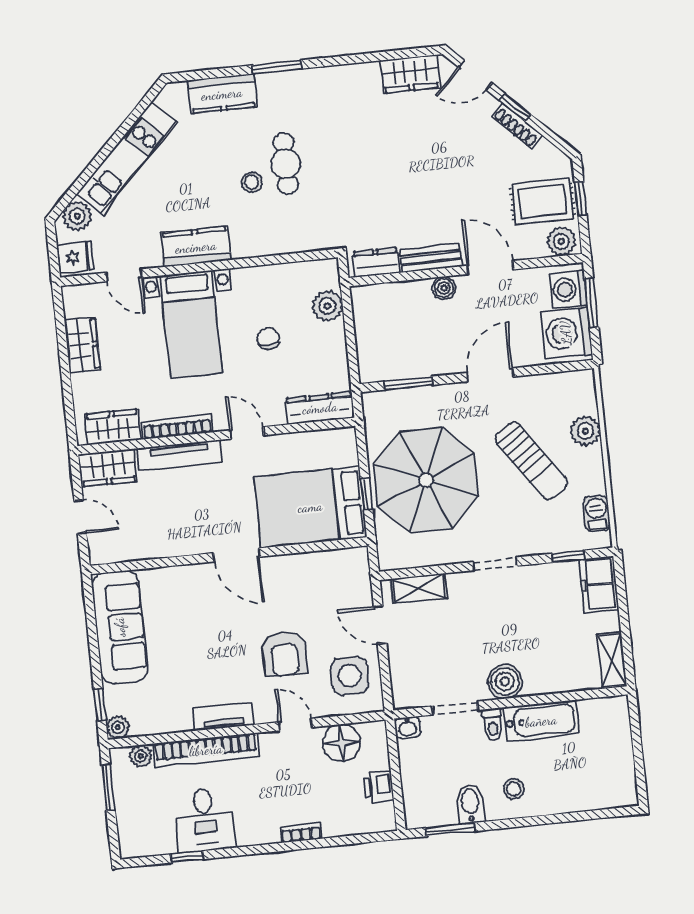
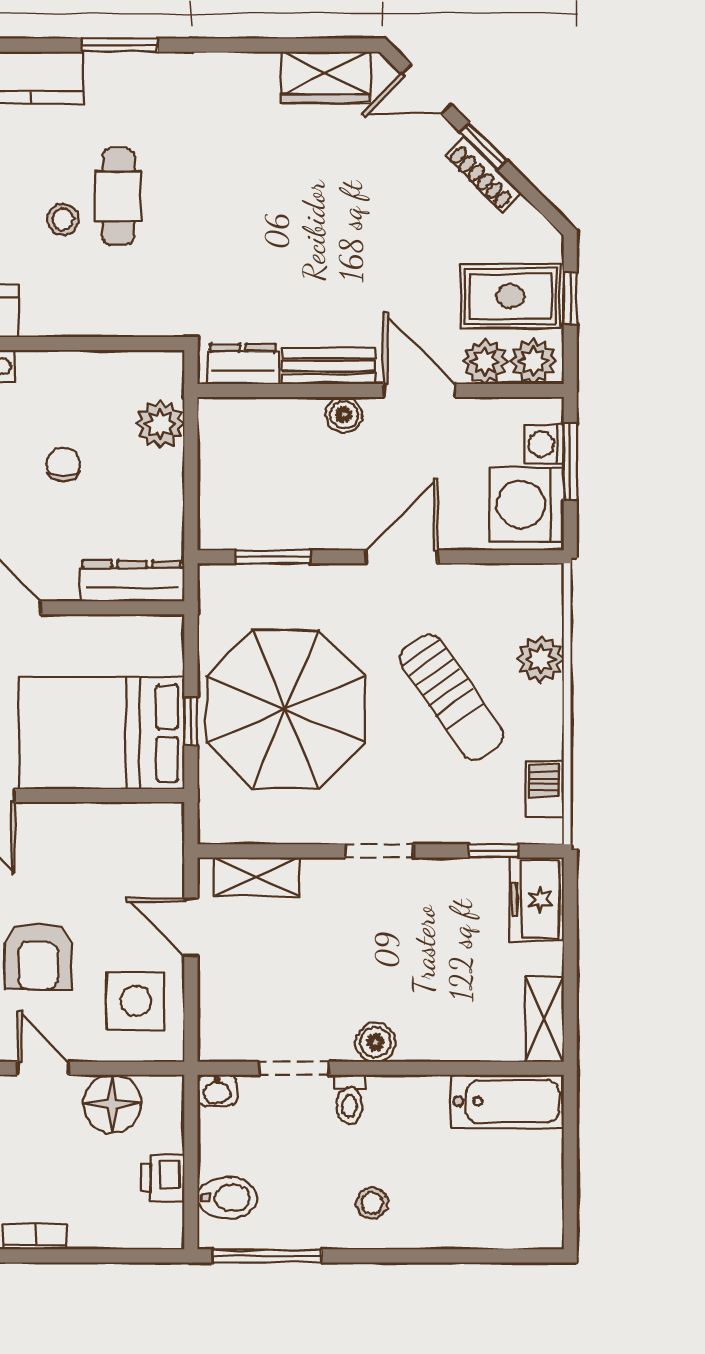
plant: (530, 245) -> (485, 362), added
washing machine: (568, 289) -> (544, 444), width x0.73, depth x0.73
boiler: (505, 682) -> (375, 1042), width x0.73, depth x0.73
bathtub: (541, 721) -> (507, 1101), moved
bidet: (470, 804) -> (227, 1198), moved, turned 90
window: (450, 830) -> (267, 1256), width x1.44

